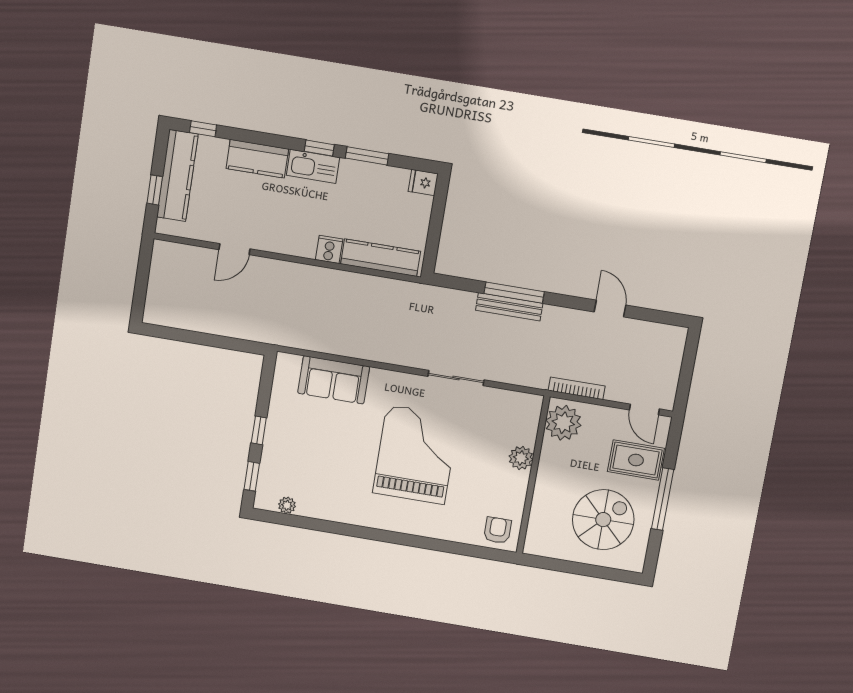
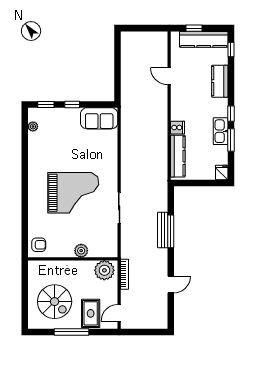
kitchen sink: (313, 166) -> (221, 131), moved
sofa: (334, 380) -> (99, 118), moved, turned -90

